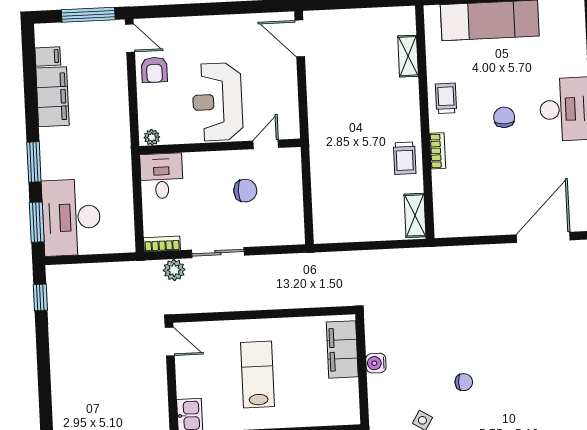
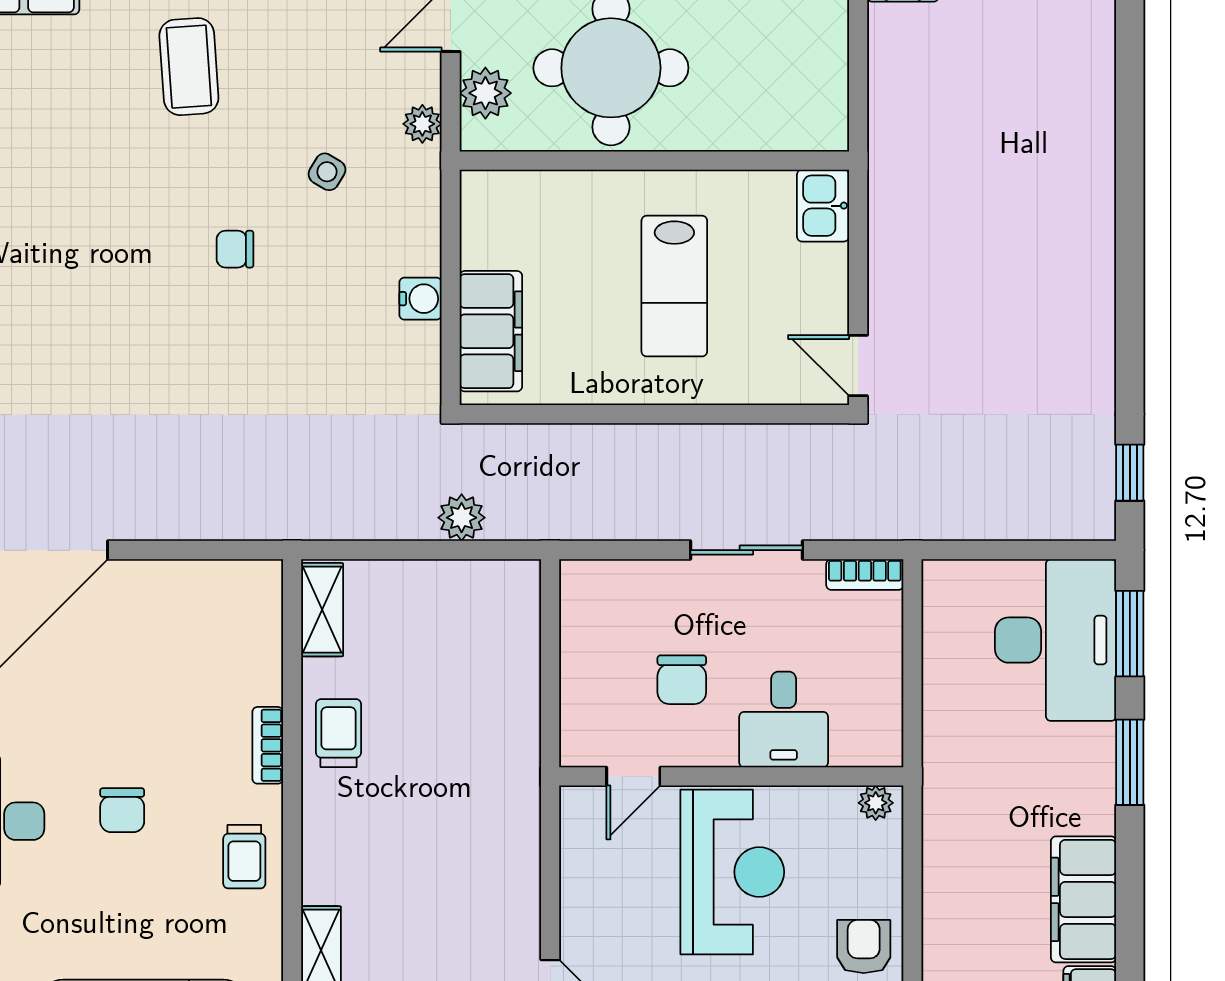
desk: (162, 176) -> (784, 719), moved
chair: (245, 191) -> (682, 680), turned -90
plant: (174, 270) -> (462, 518), moved

